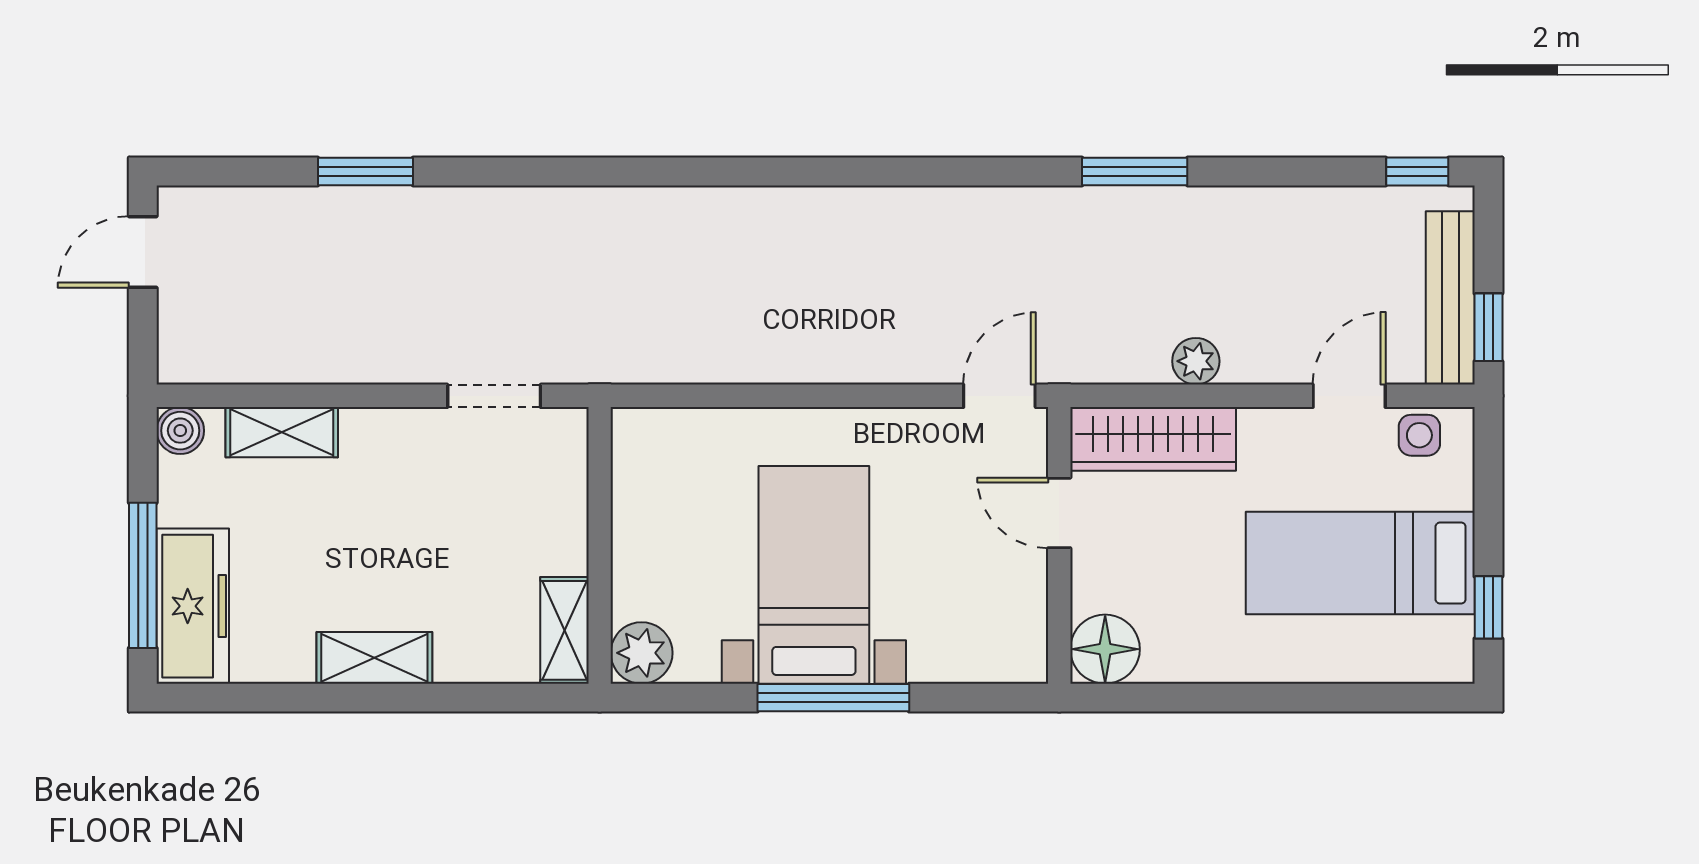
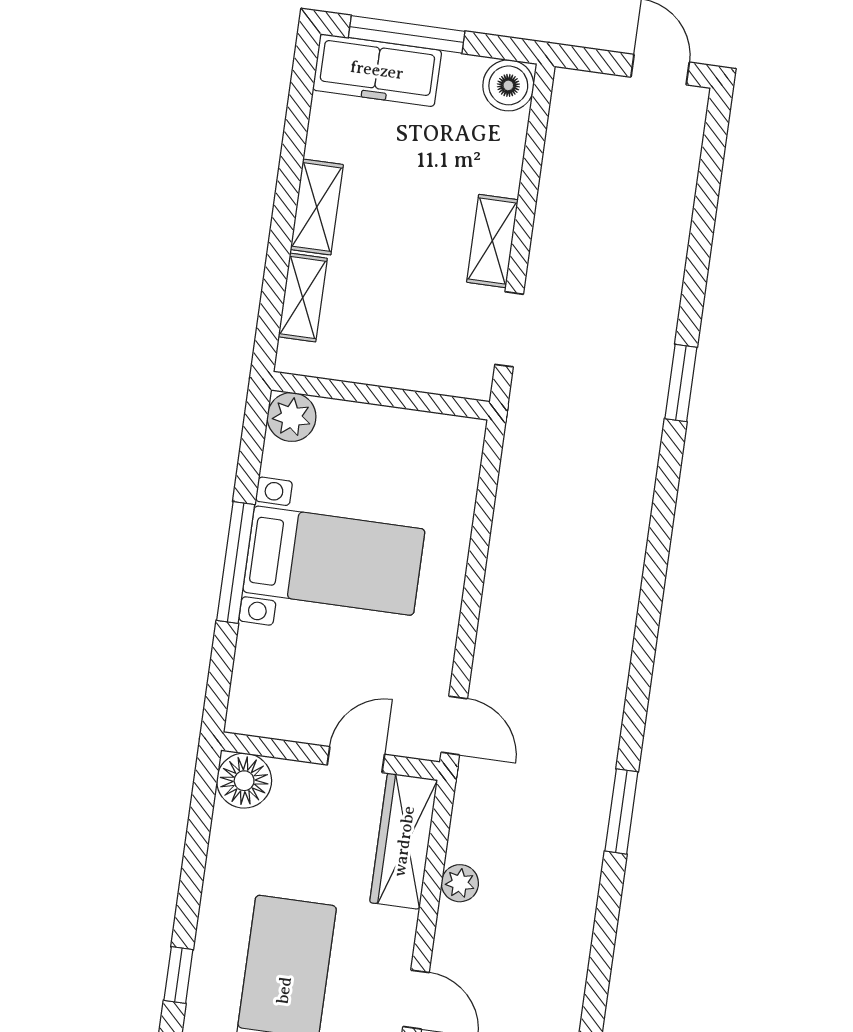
window: (365, 172) -> (681, 383), moved
window: (1135, 172) -> (621, 811), moved
boiler: (180, 431) -> (508, 85), width x1.36, depth x1.36
shelving: (282, 432) -> (492, 241), moved
shelving: (564, 630) -> (303, 297), moved, turned 90
window: (1360, 698) -> (178, 975), added

